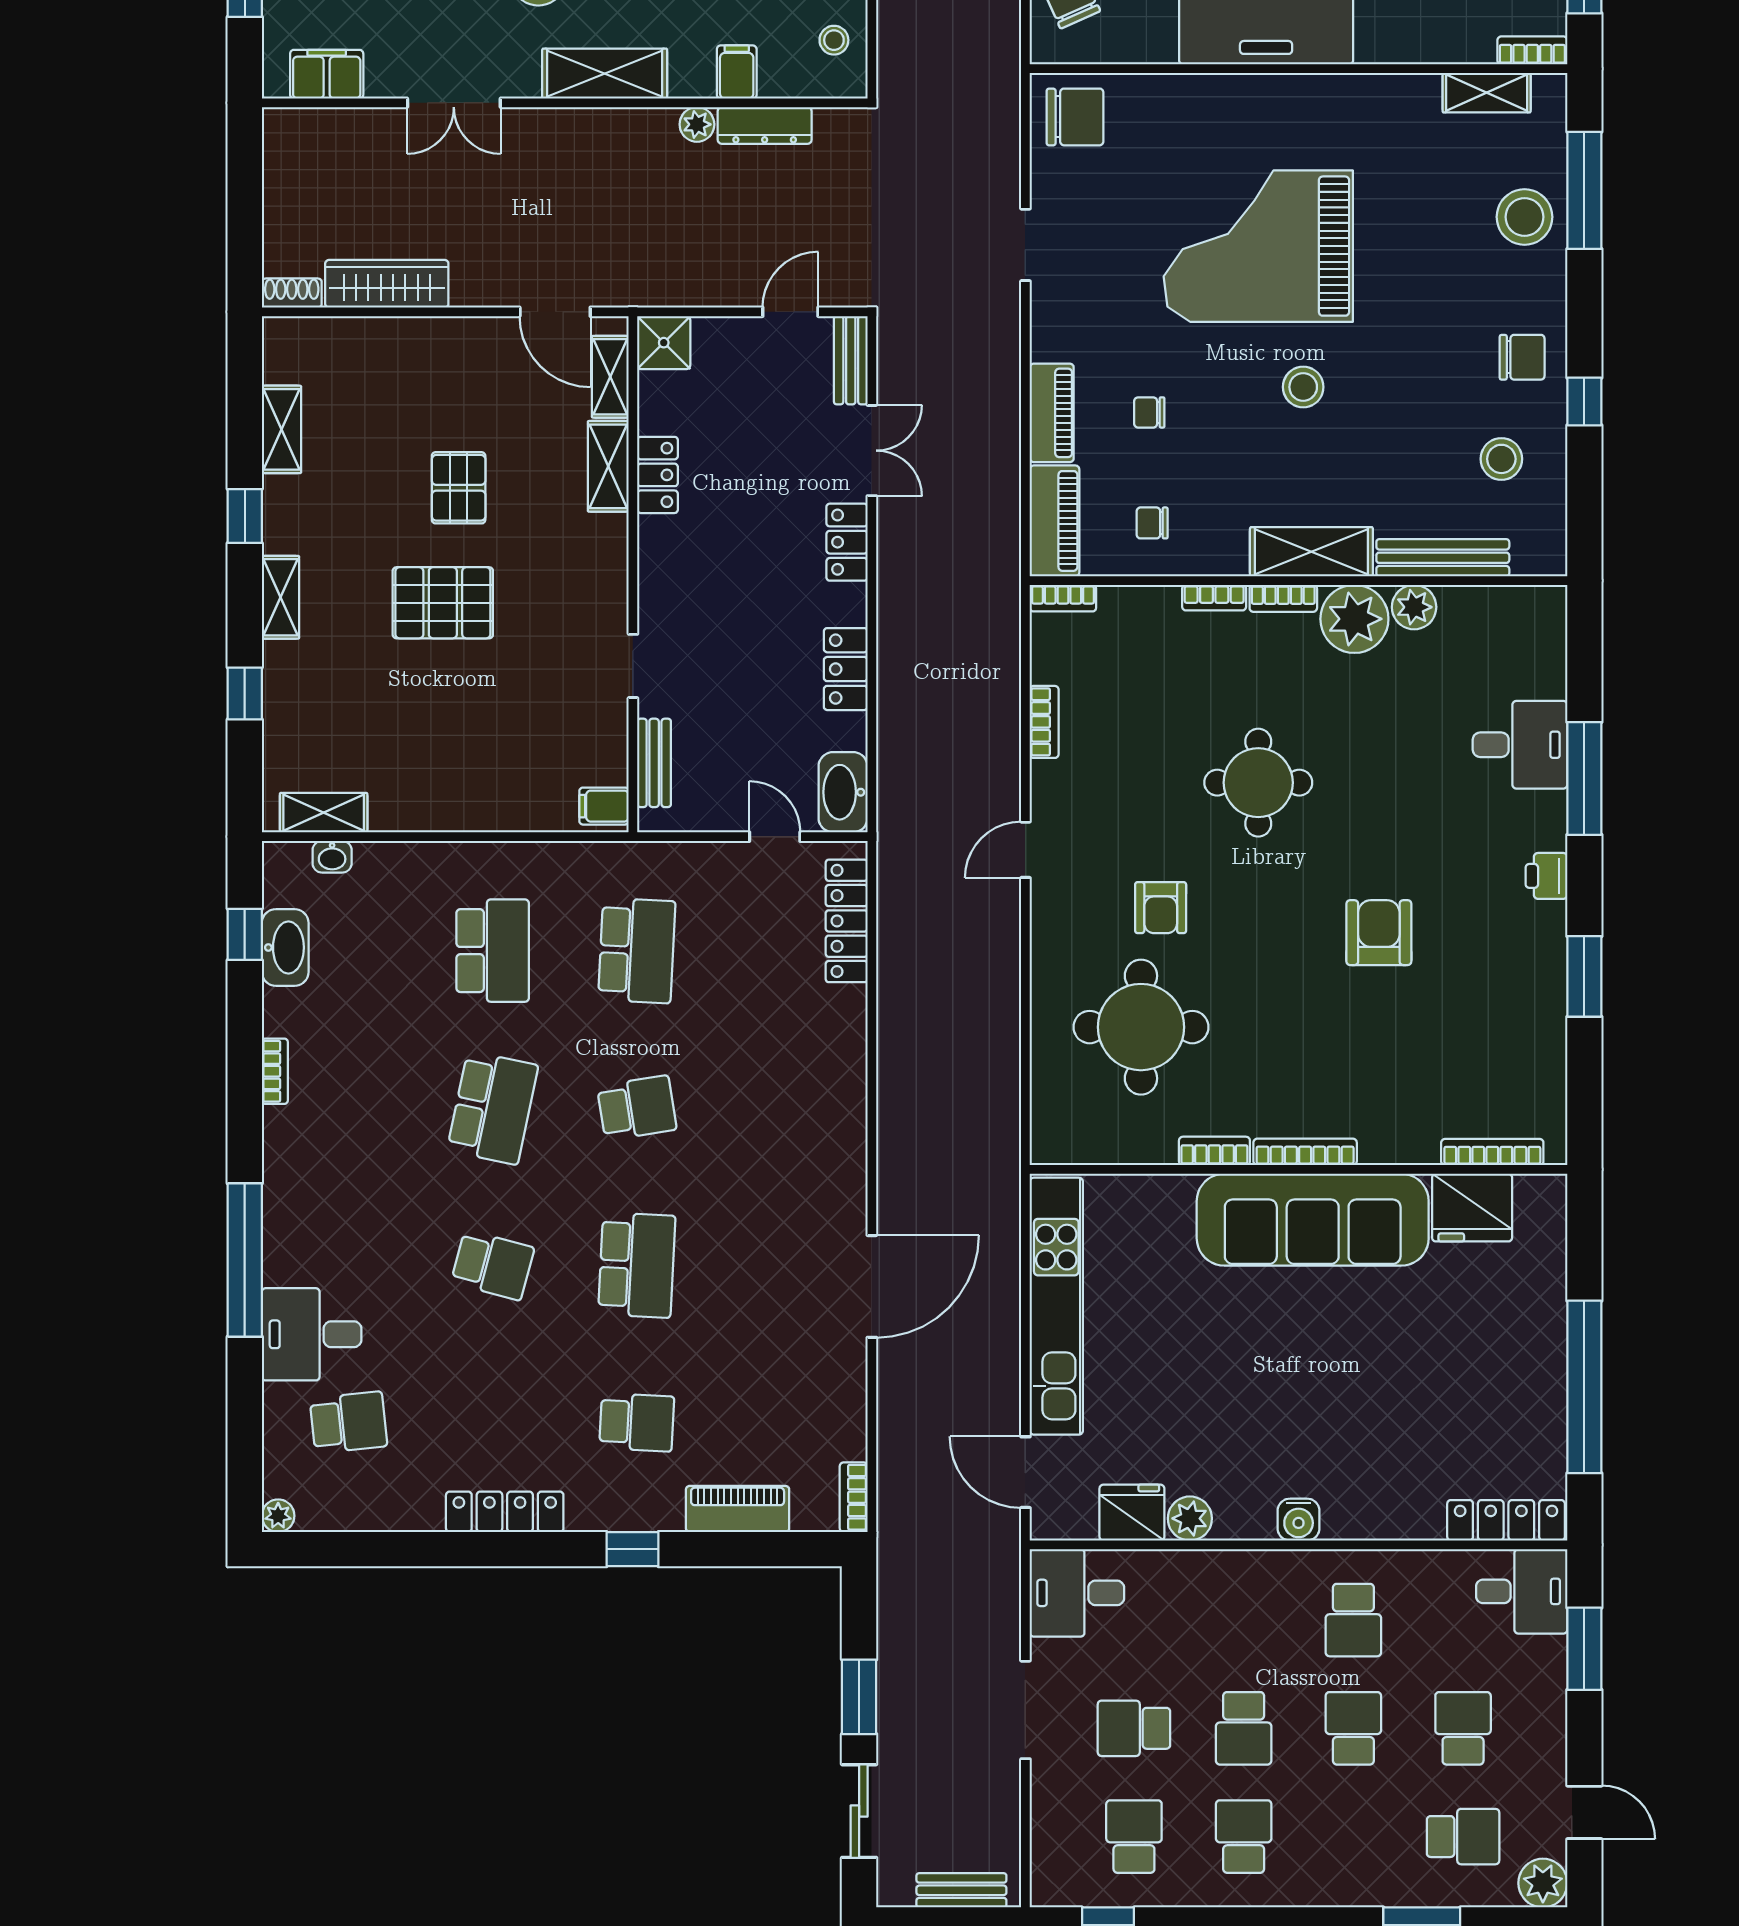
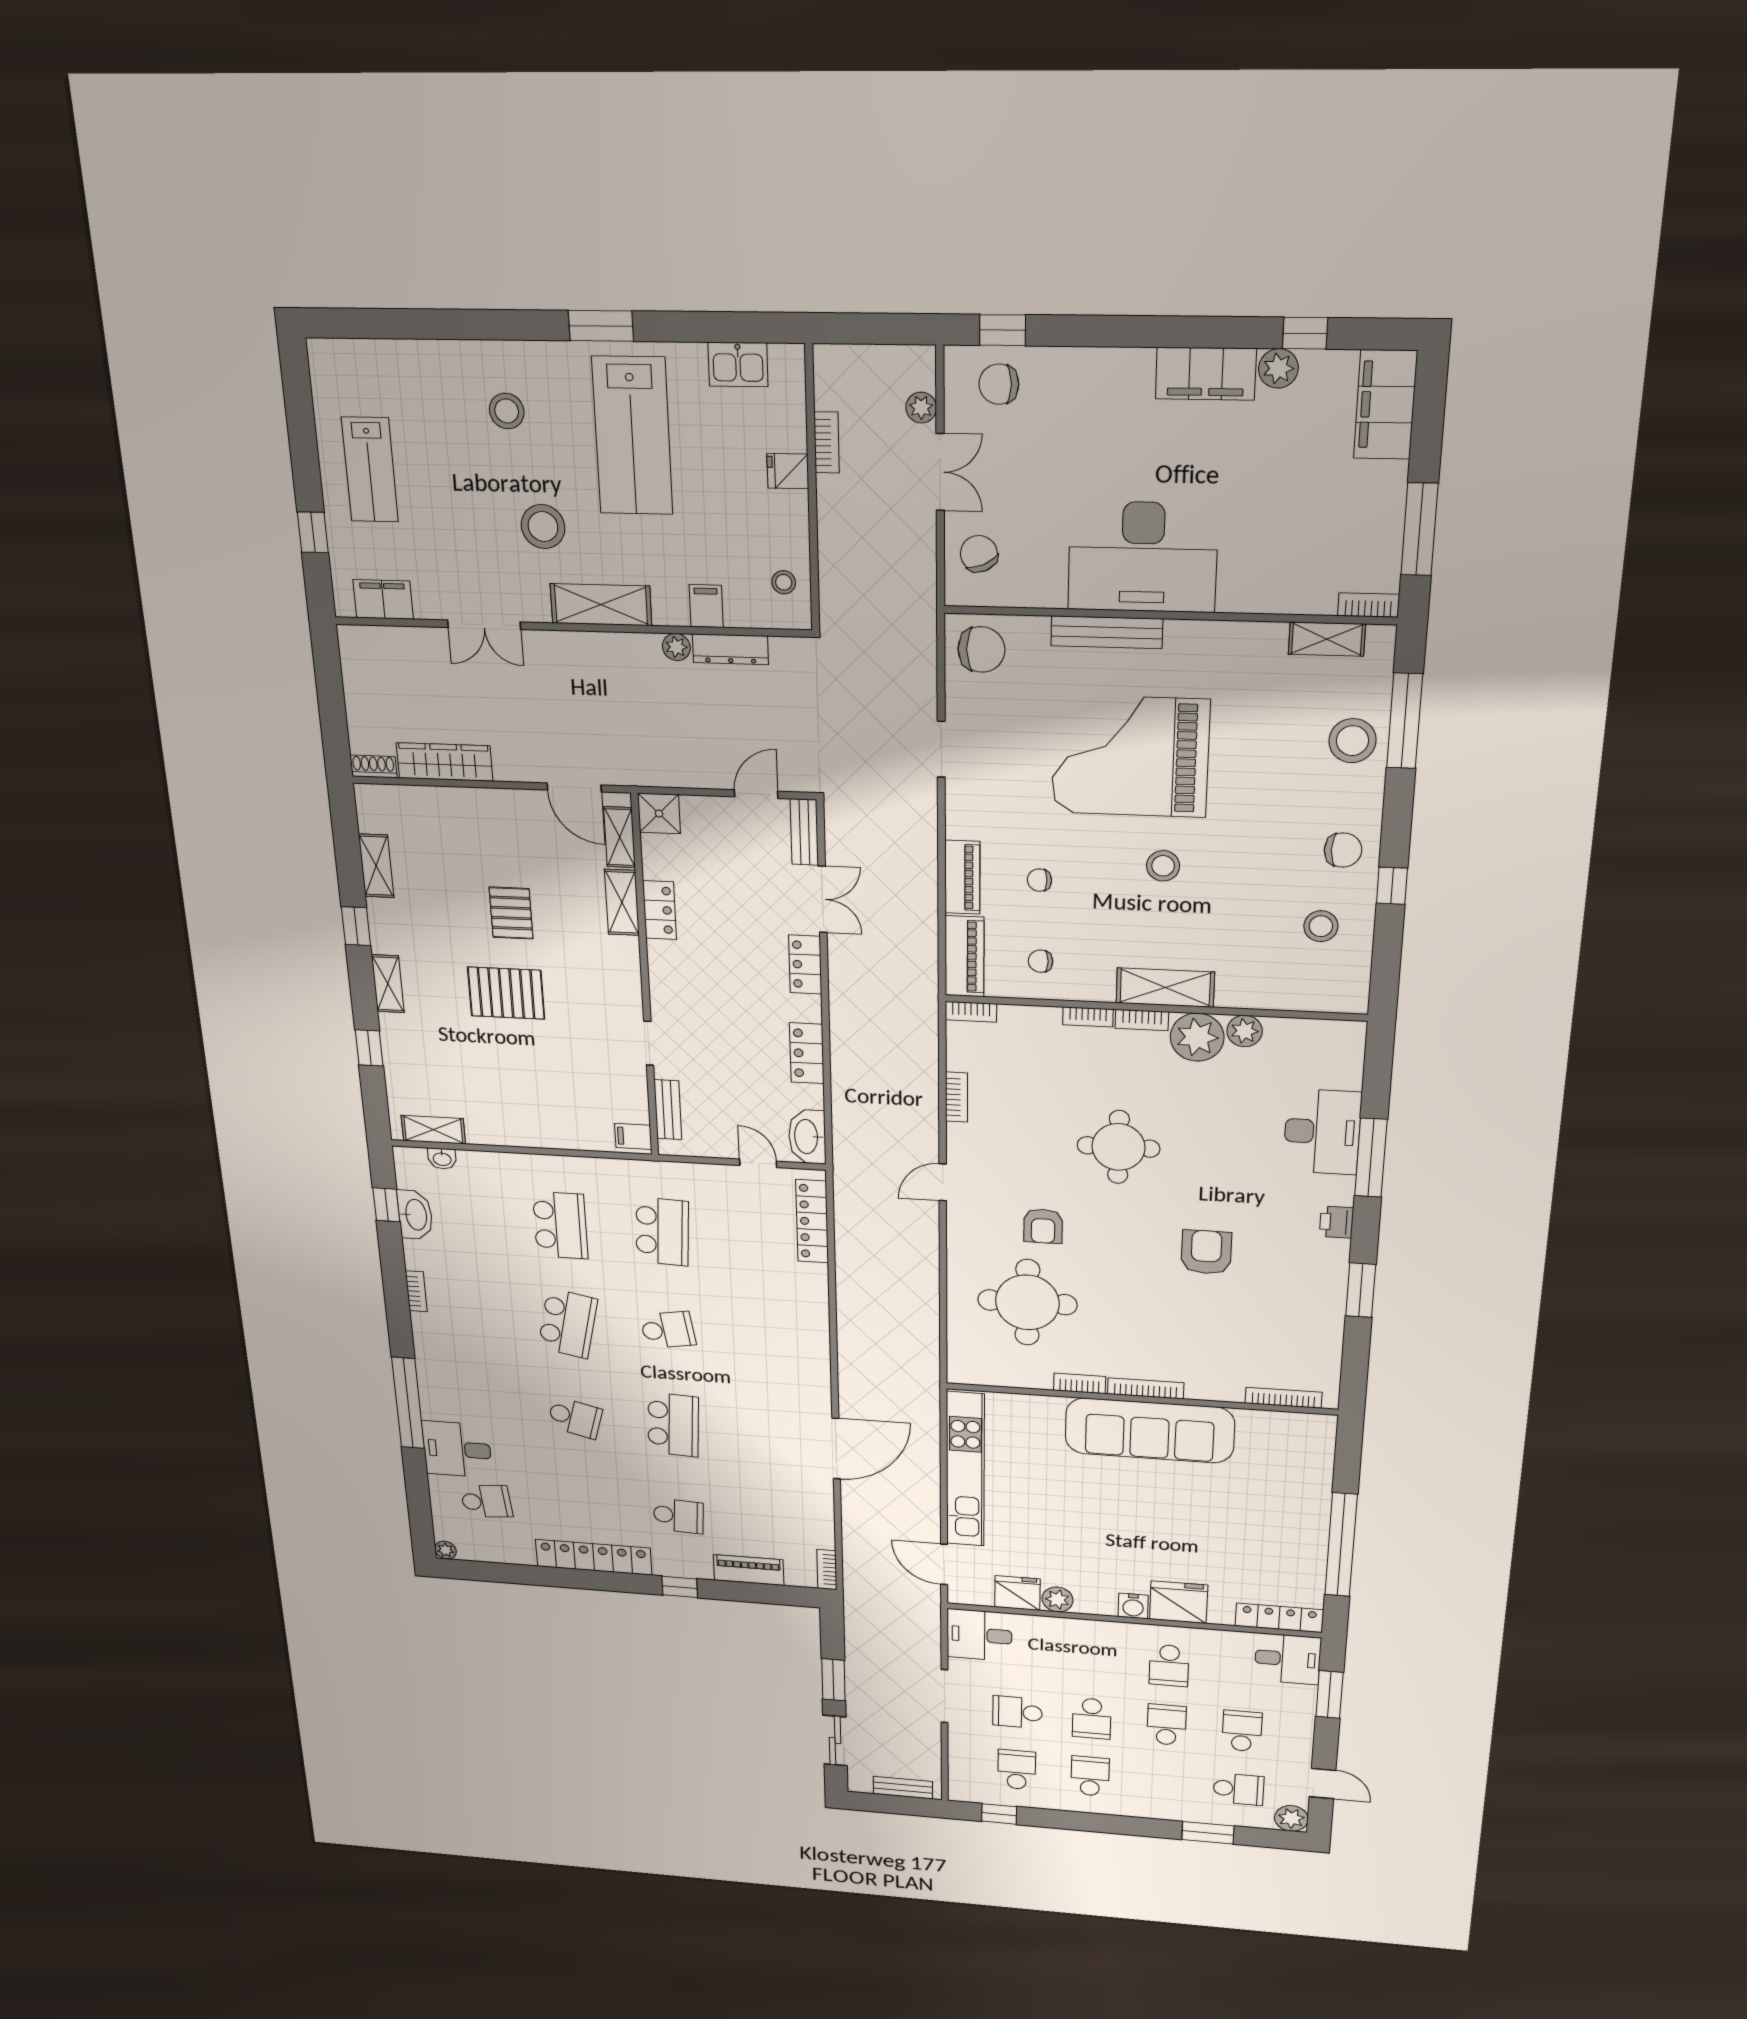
bench: (1443, 558) -> (1107, 632), moved
desk: (1520, 745) -> (1322, 1132), width x1.37
fridge: (1472, 1208) -> (1179, 1602), moved, turned 180
locker: (505, 1512) -> (594, 1557), width x1.41, depth x1.21

